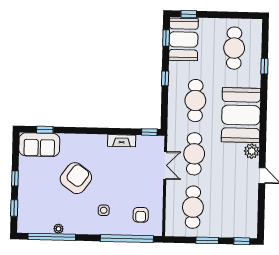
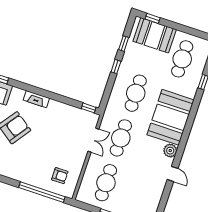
window: (166, 38) -> (124, 44), moved
booth: (184, 39) -> (155, 35), moved, turned 90
fireplace: (122, 141) -> (36, 99), moved
side table: (104, 210) -> (30, 162), removed
armchair: (141, 215) -> (60, 176), turned -90

